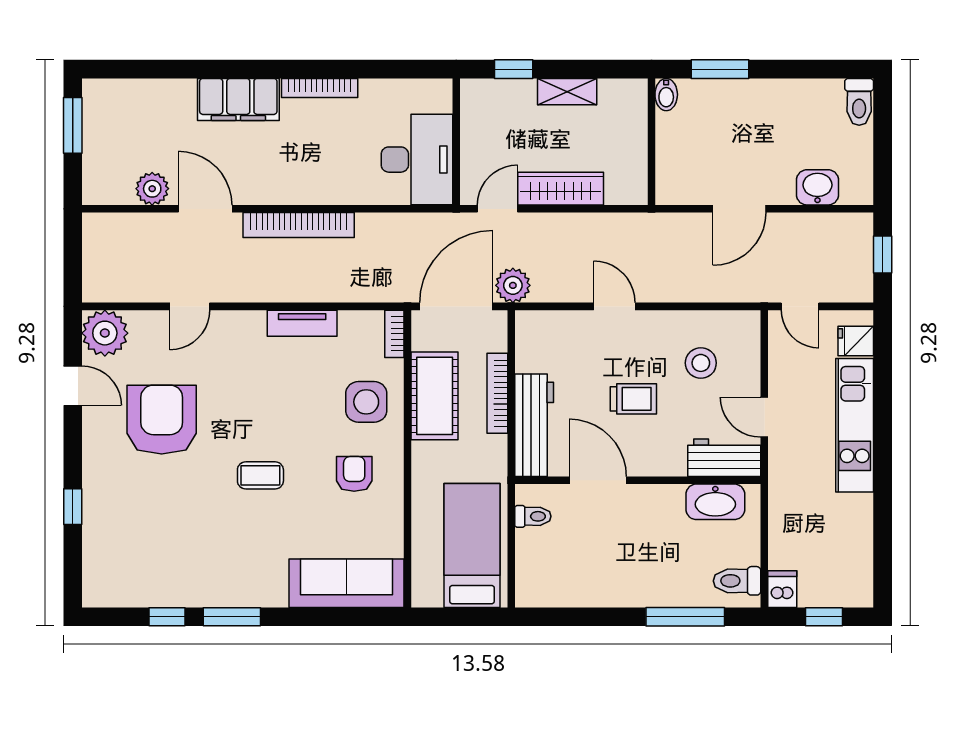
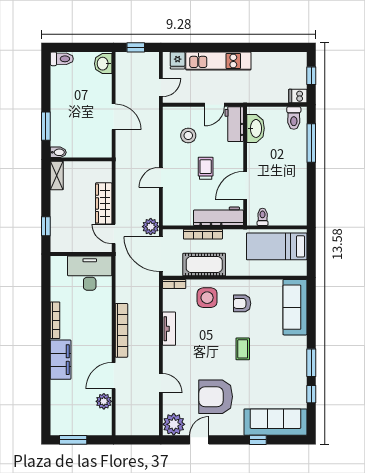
shelving: (567, 92) -> (57, 175), moved
washbasin: (817, 187) -> (103, 64), moved
sofa: (109, 543) -> (275, 422), added

